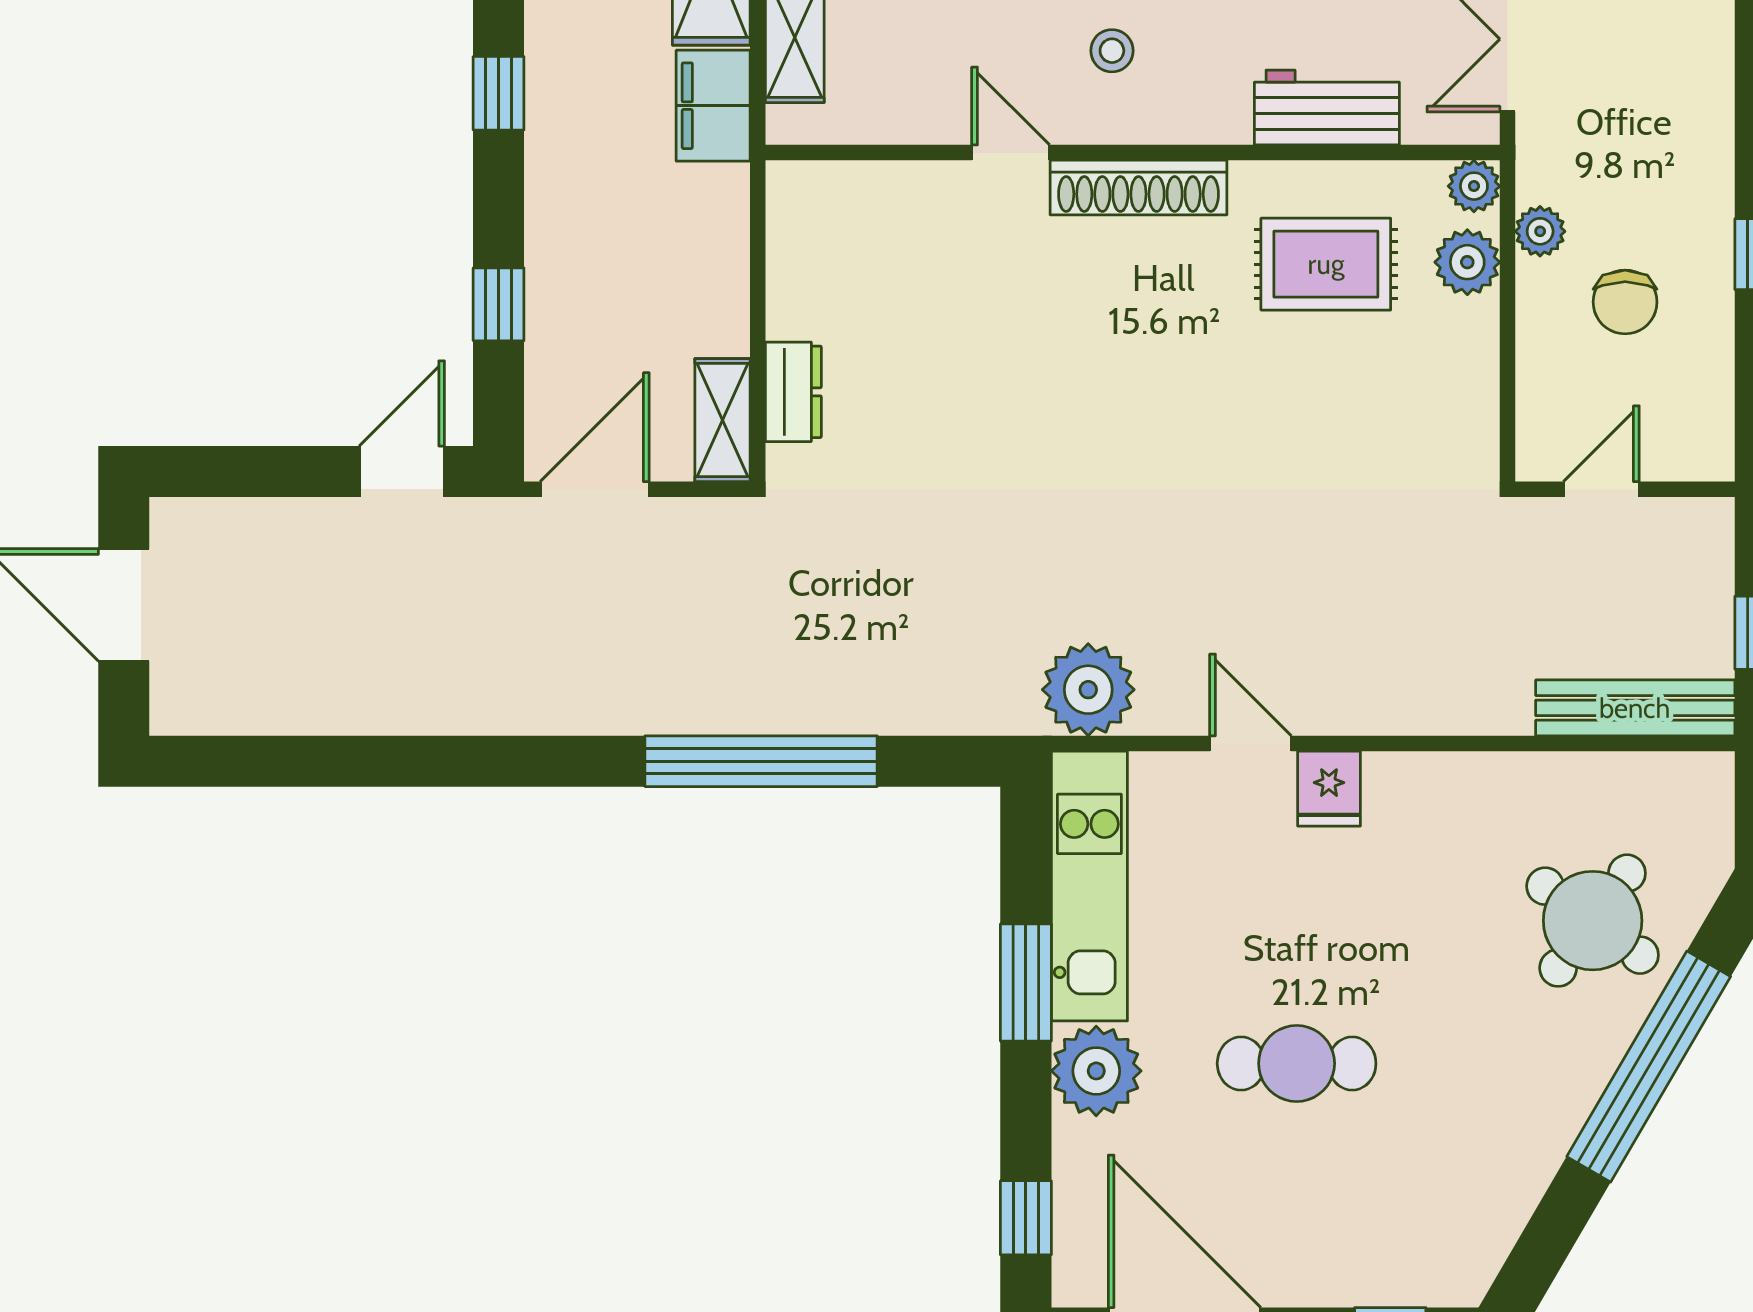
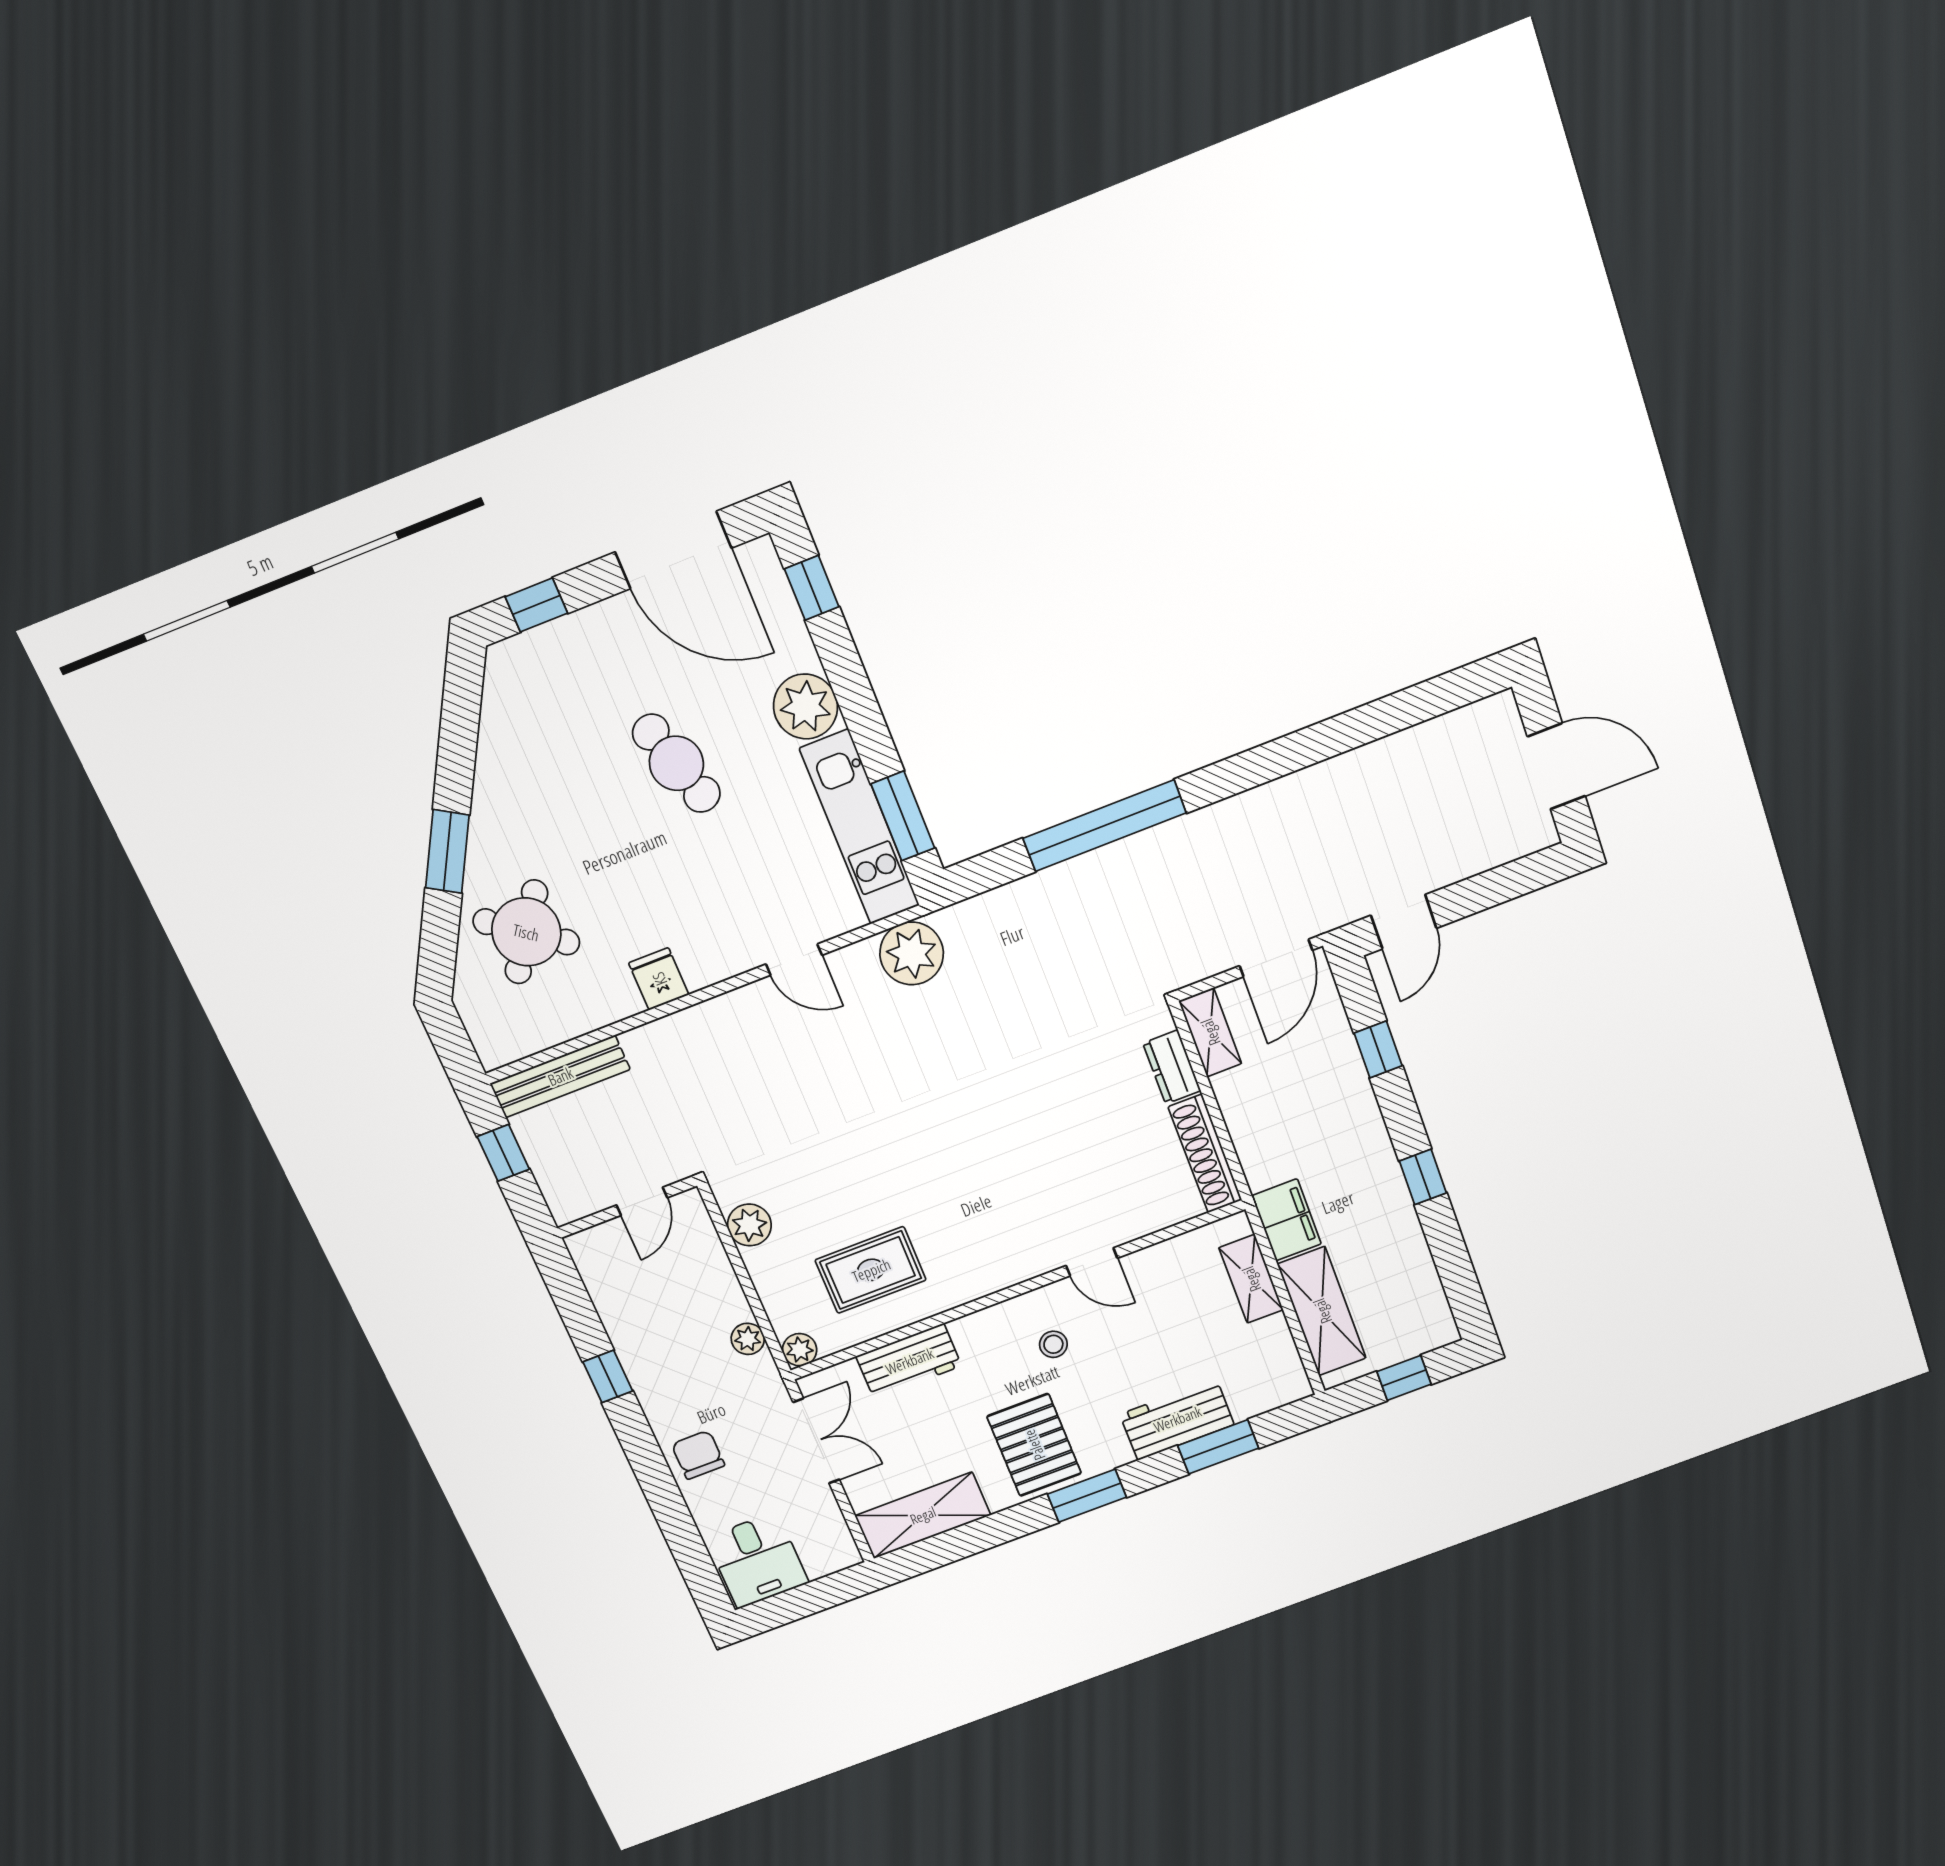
shoe rack: (1138, 187) -> (1205, 1154), moved, turned -90
plant: (1467, 262) -> (749, 1225), moved
chair: (1625, 302) -> (698, 1455), moved
fridge: (1329, 789) -> (659, 979), moved
window: (1026, 982) -> (903, 816), moved
cafe table: (1297, 1063) -> (676, 763), turned 73
window: (1649, 1067) -> (447, 851), width x0.47

